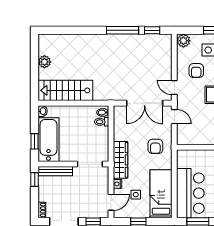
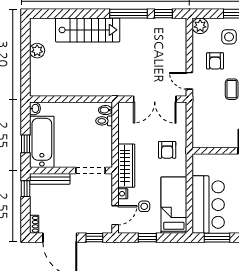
stairs: (65, 90) -> (88, 30), moved, turned 180
door: (174, 117) -> (189, 115), removed

